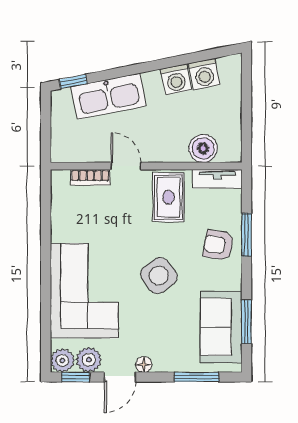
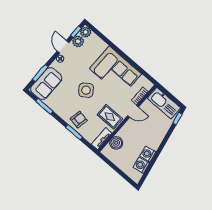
kitchen sink: (109, 96) -> (164, 103), moved, turned -79
corner sofa: (84, 291) -> (115, 71), moved
sofa: (221, 327) -> (46, 84), moved, turned 90

